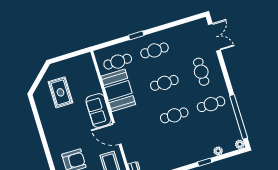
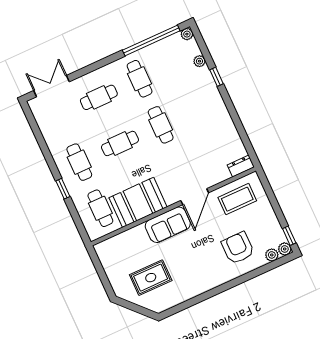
cafe table: (164, 83) -> (120, 143), turned 90

